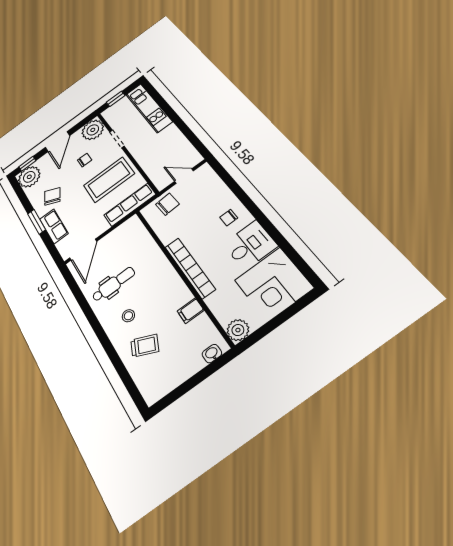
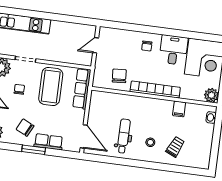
chair: (167, 204) -> (119, 76), moved

